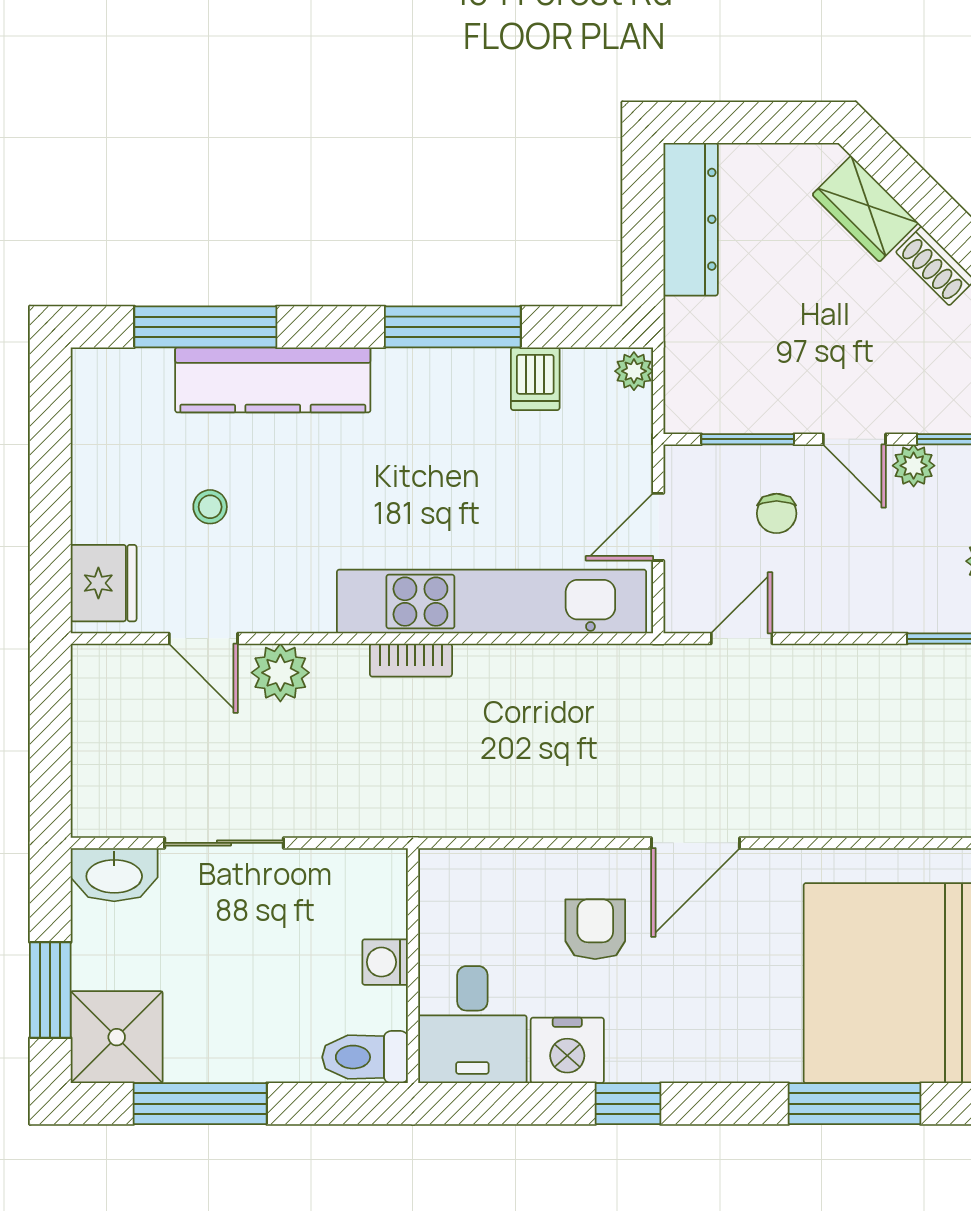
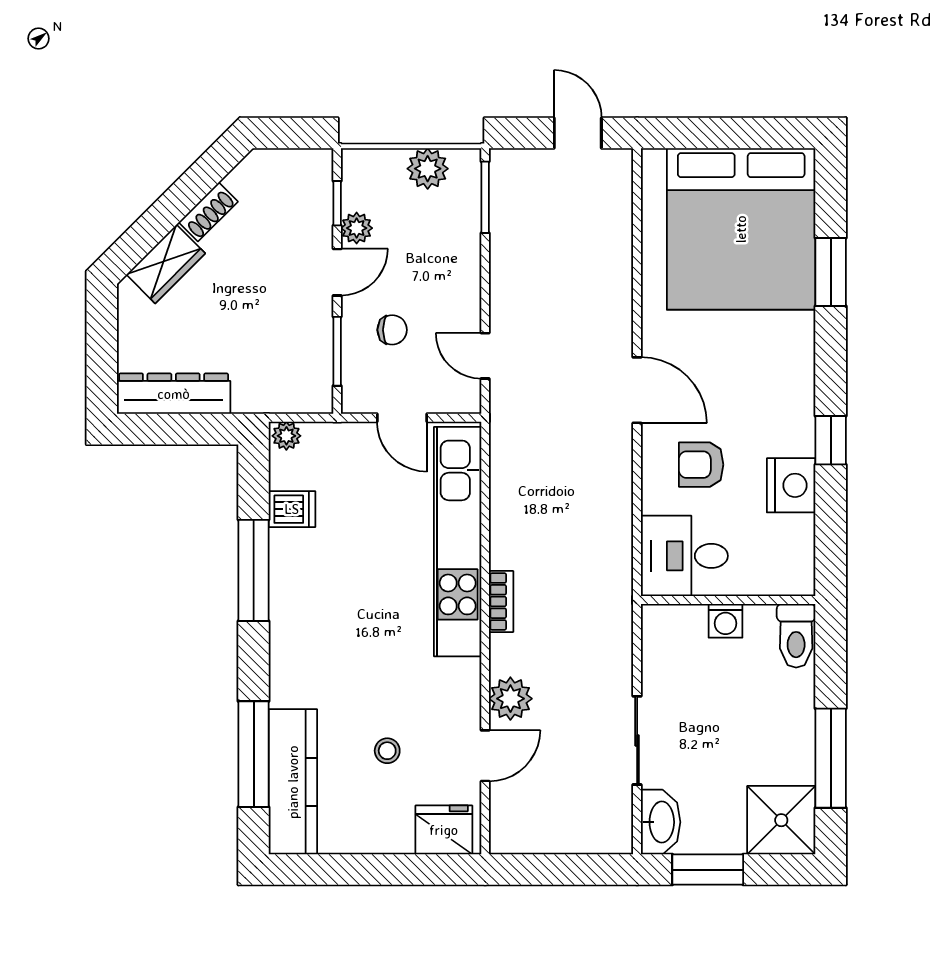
kitchen counter: (273, 380) -> (293, 782), moved
window: (50, 990) -> (708, 870), moved
desk: (472, 1025) -> (684, 556), moved, turned 180
window: (855, 1104) -> (831, 272), width x0.69

